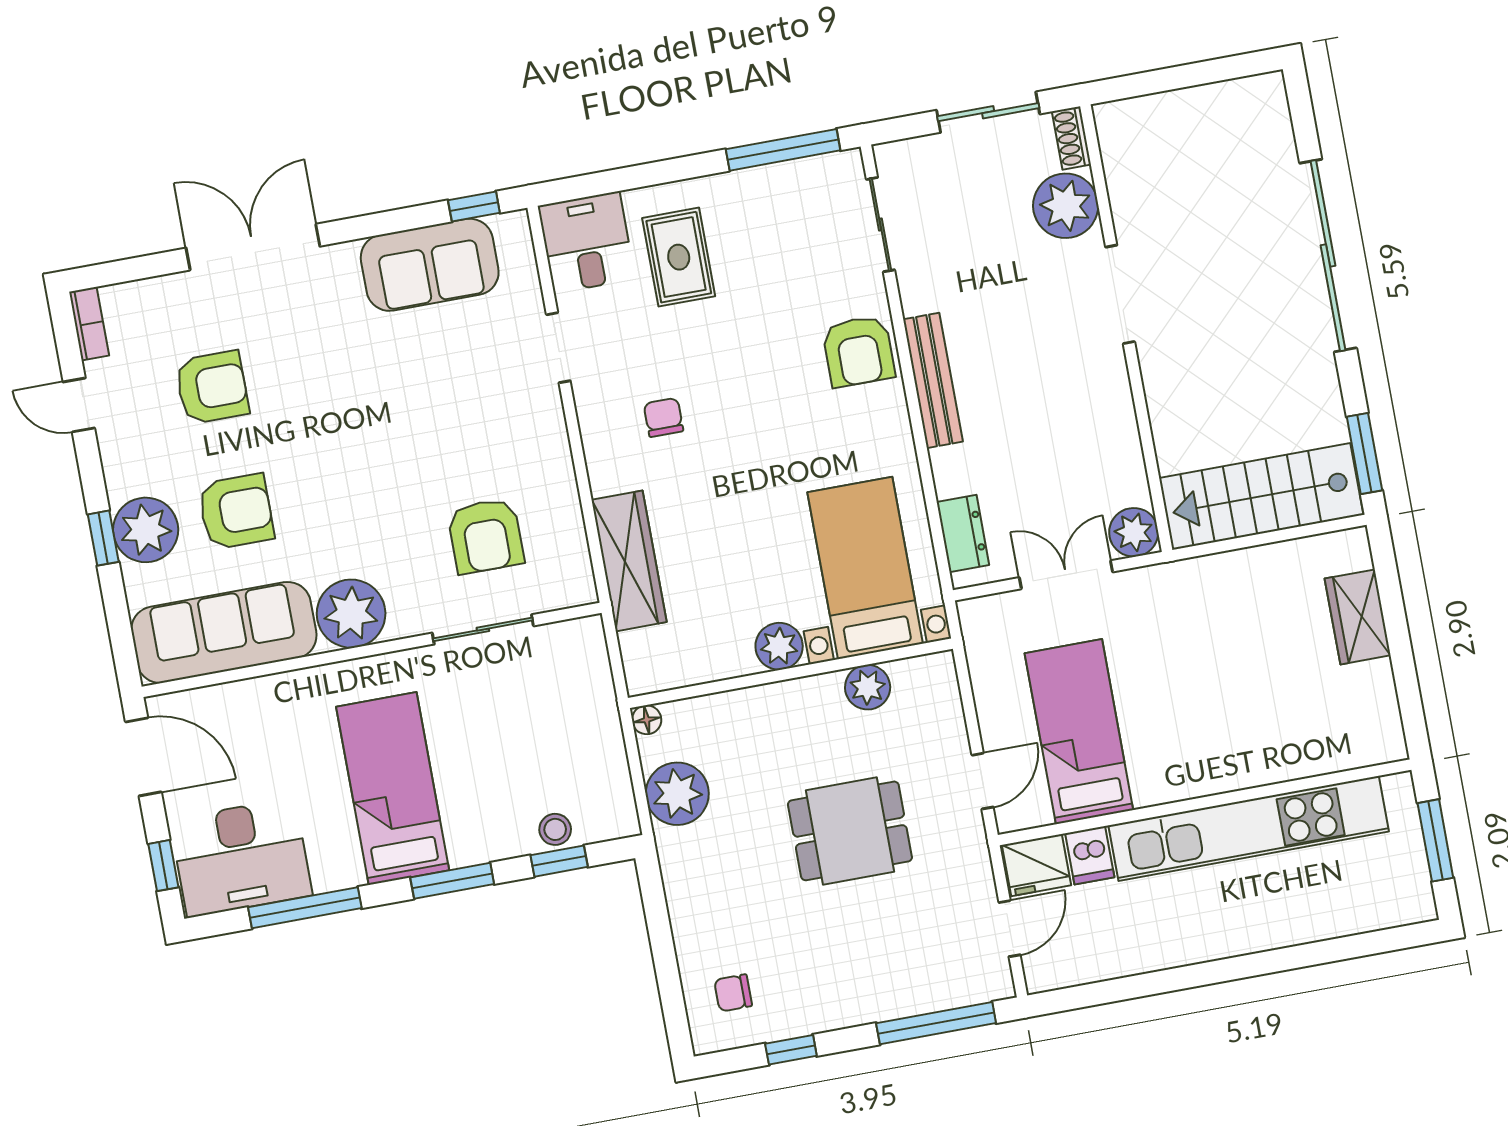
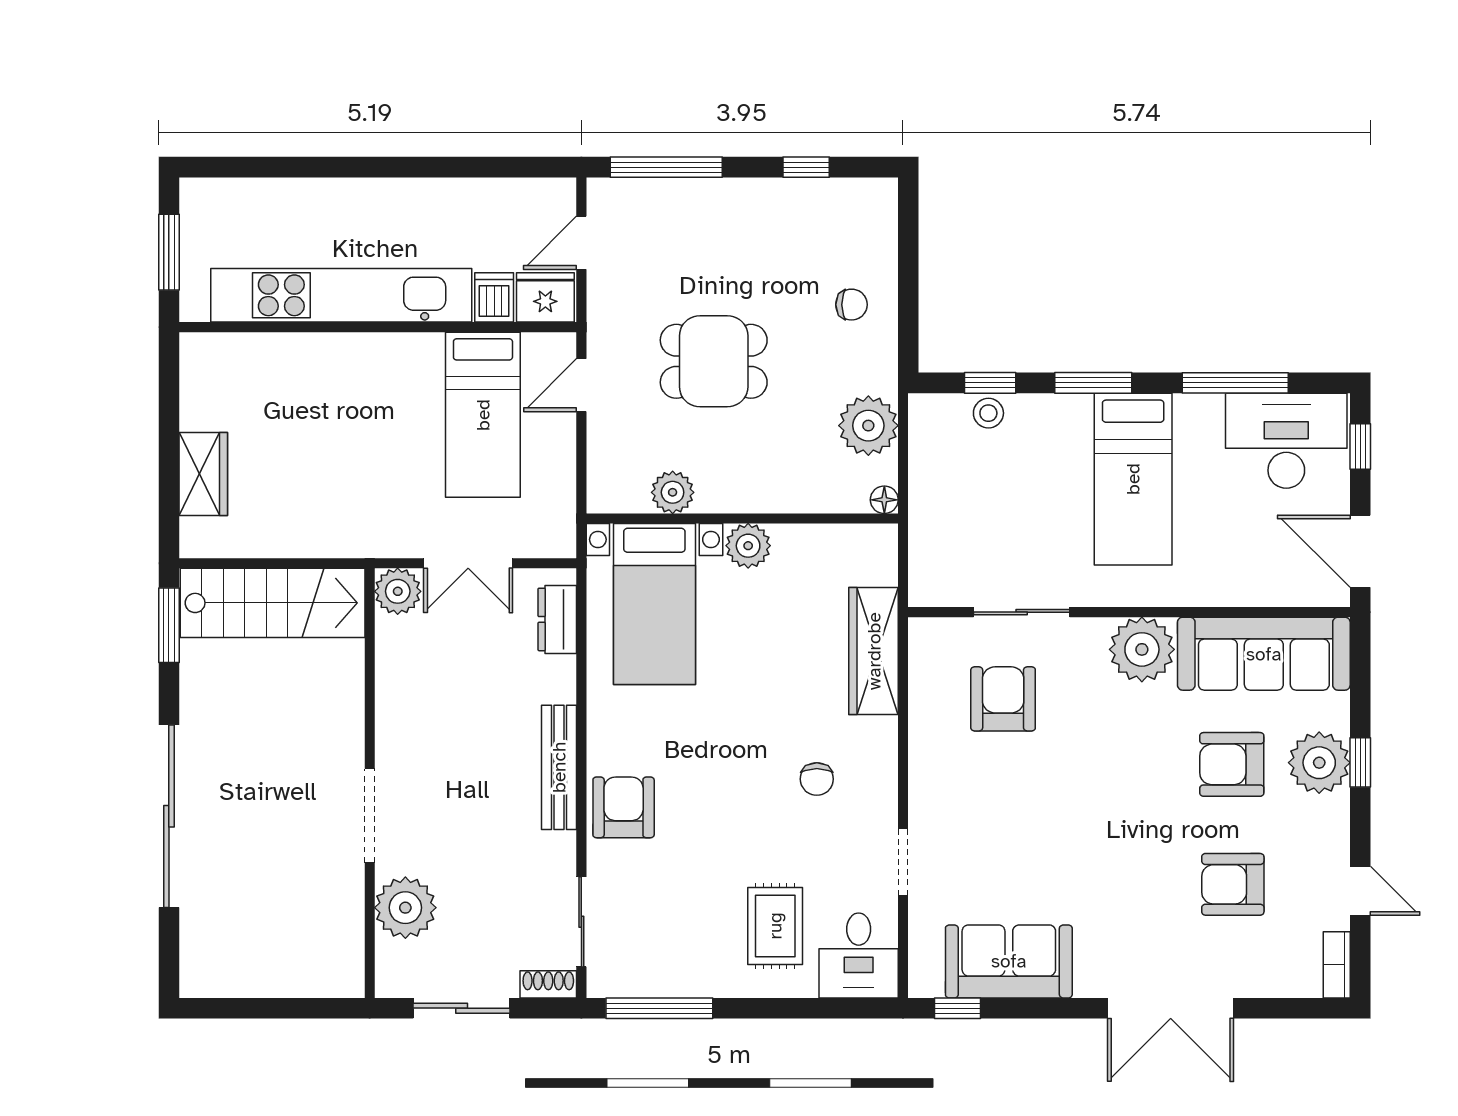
shoe rack: (1071, 138) -> (548, 984), moved, turned -90
chair: (733, 993) -> (852, 305), moved

